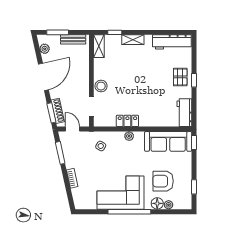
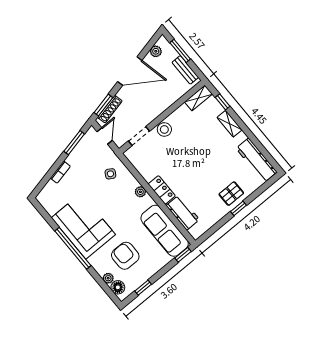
workbench: (184, 113) -> (183, 213), moved, turned 90
locker: (127, 121) -> (162, 190), moved
floor lamp: (157, 203) -> (118, 287), moved

